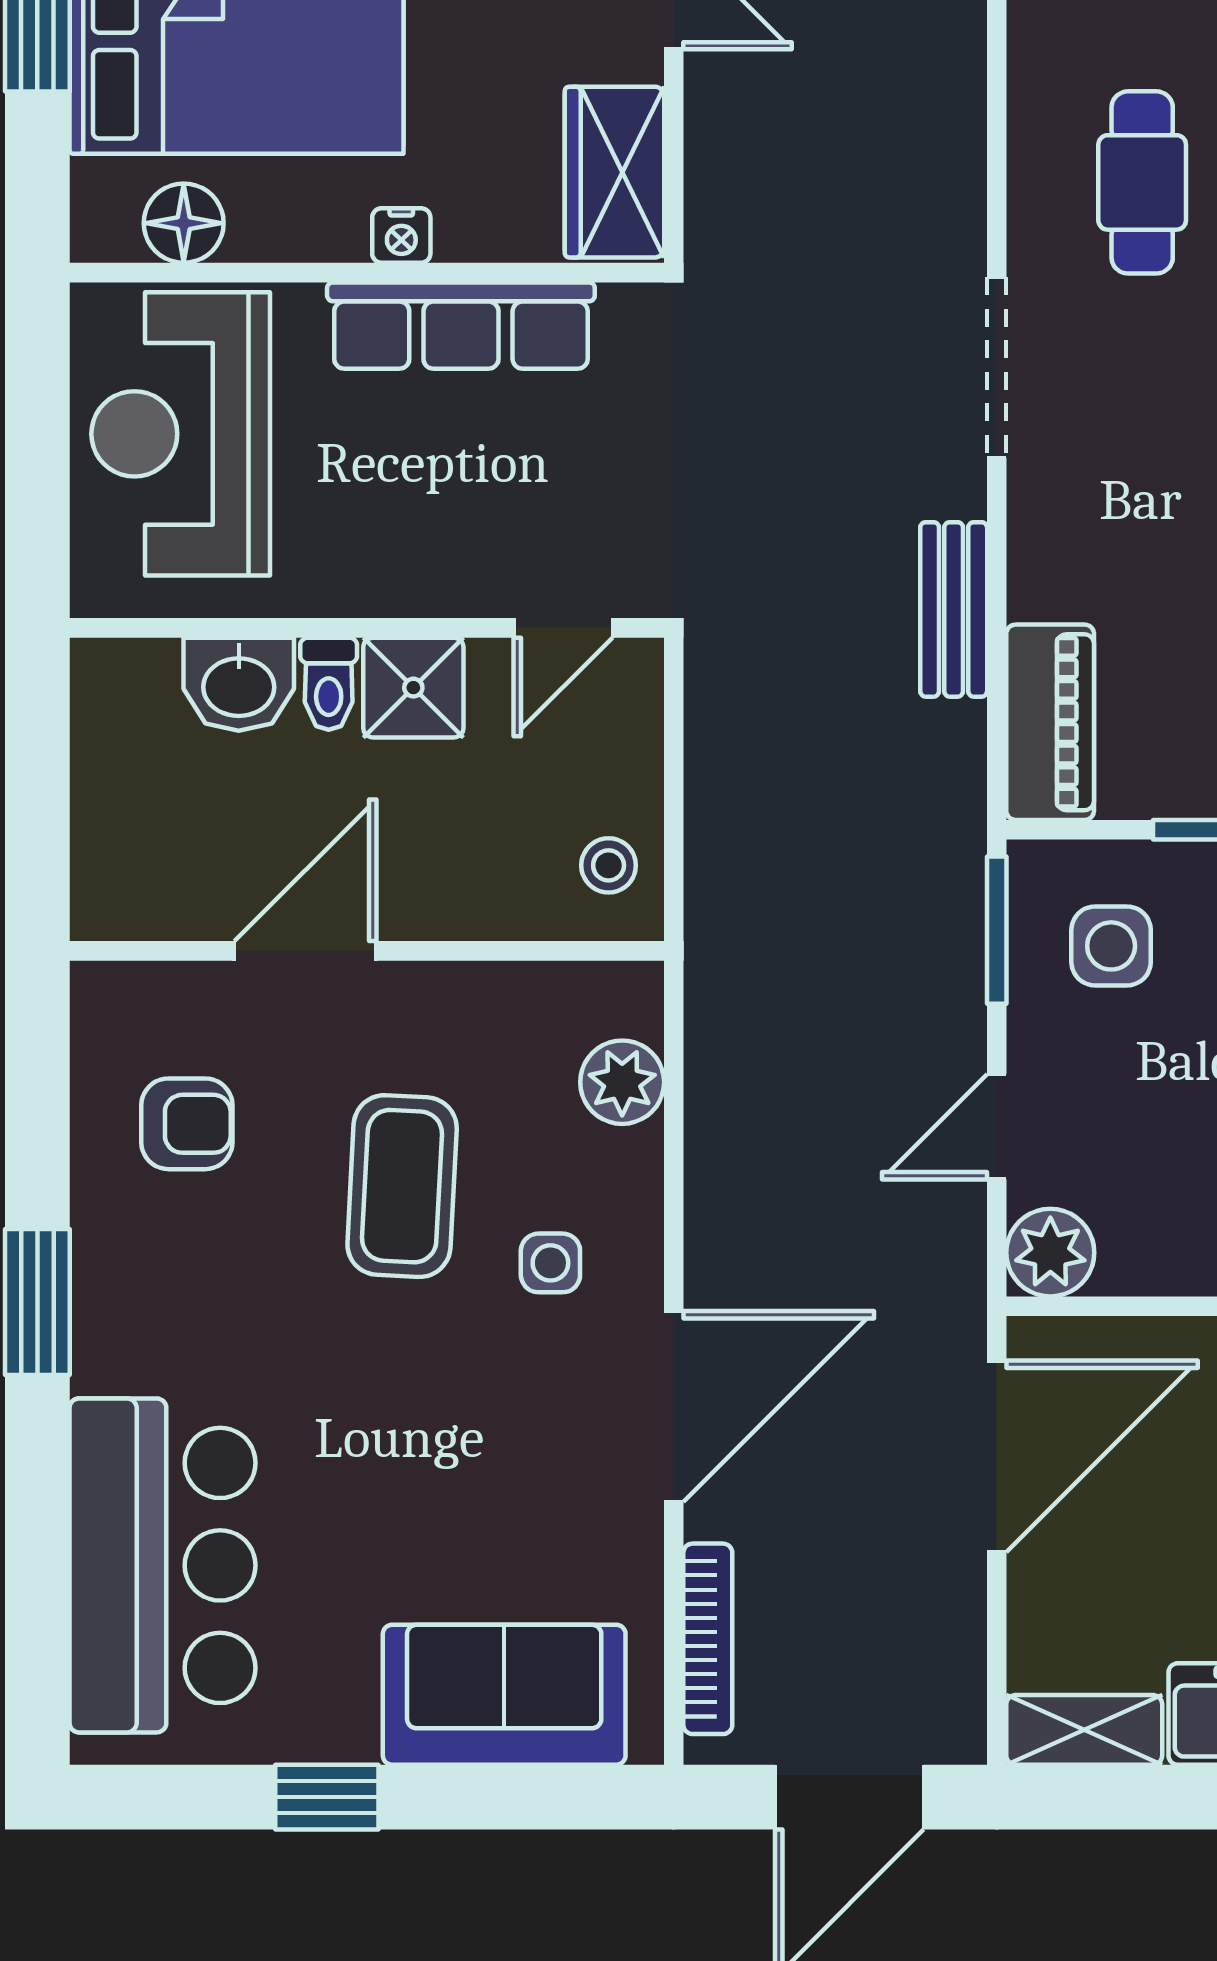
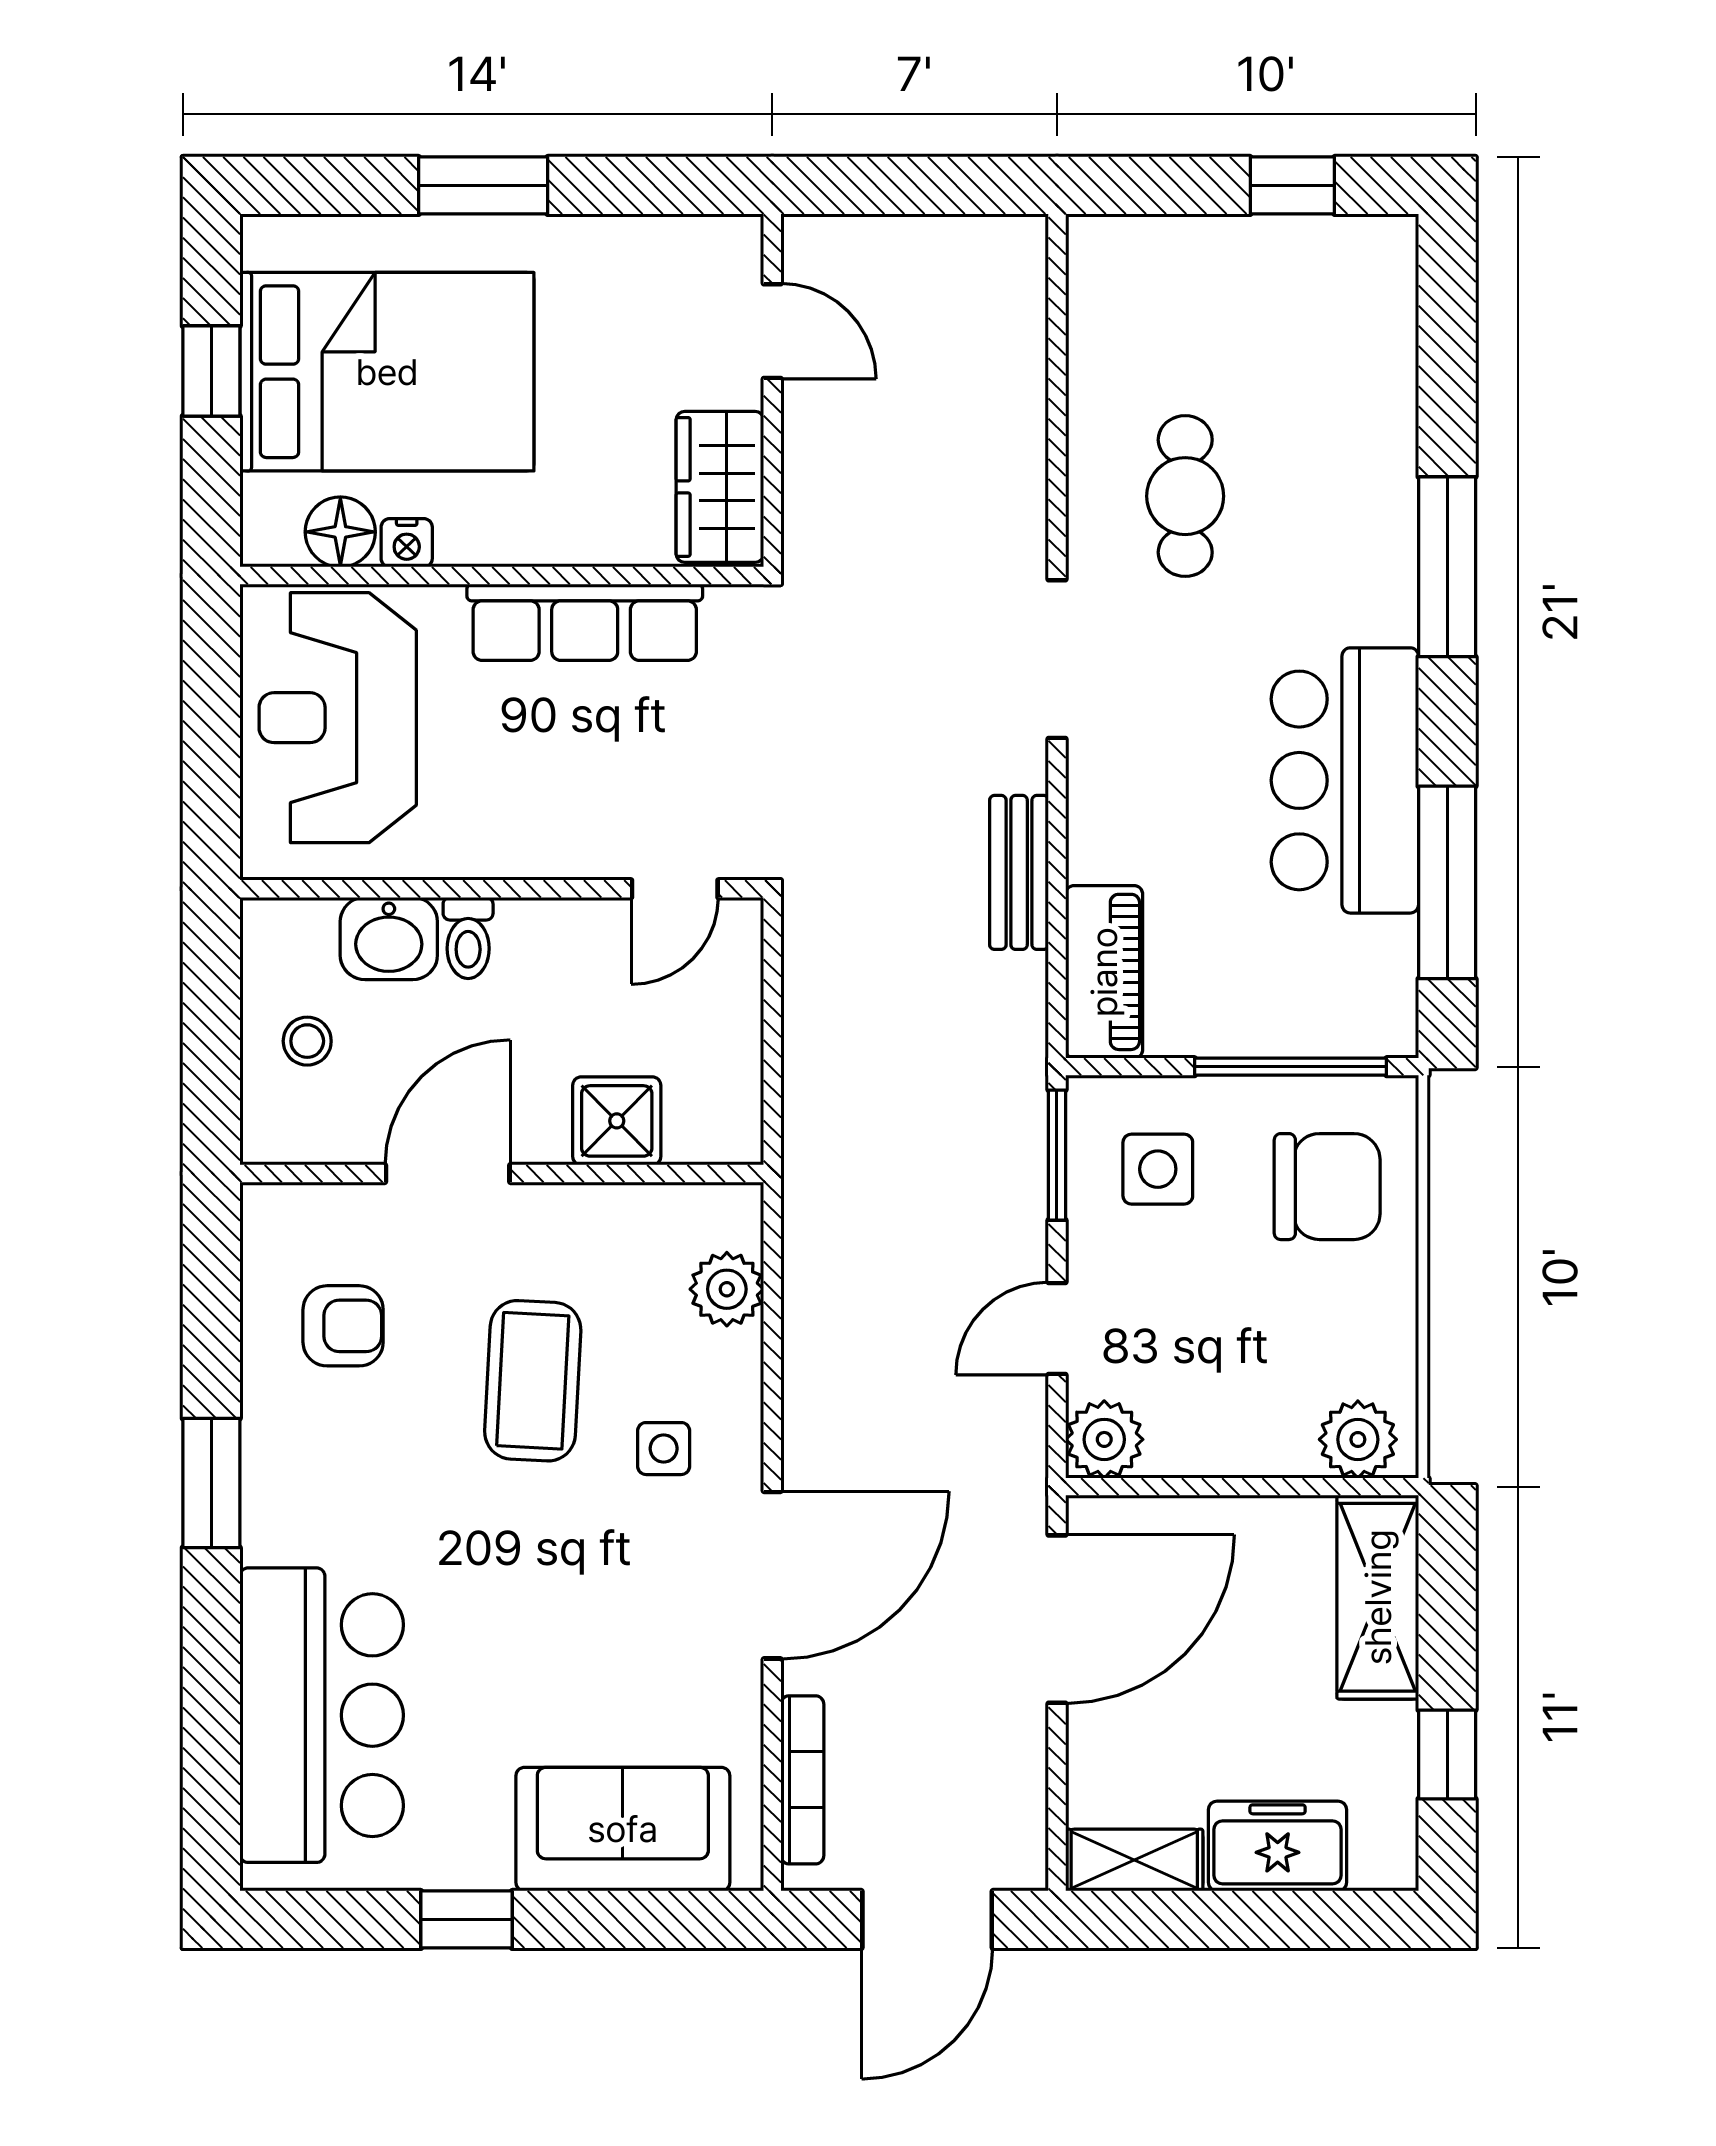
nightstand: (401, 235) -> (407, 543), moved
shower: (413, 688) -> (617, 1121), moved
stool: (609, 865) -> (307, 1041), moved

